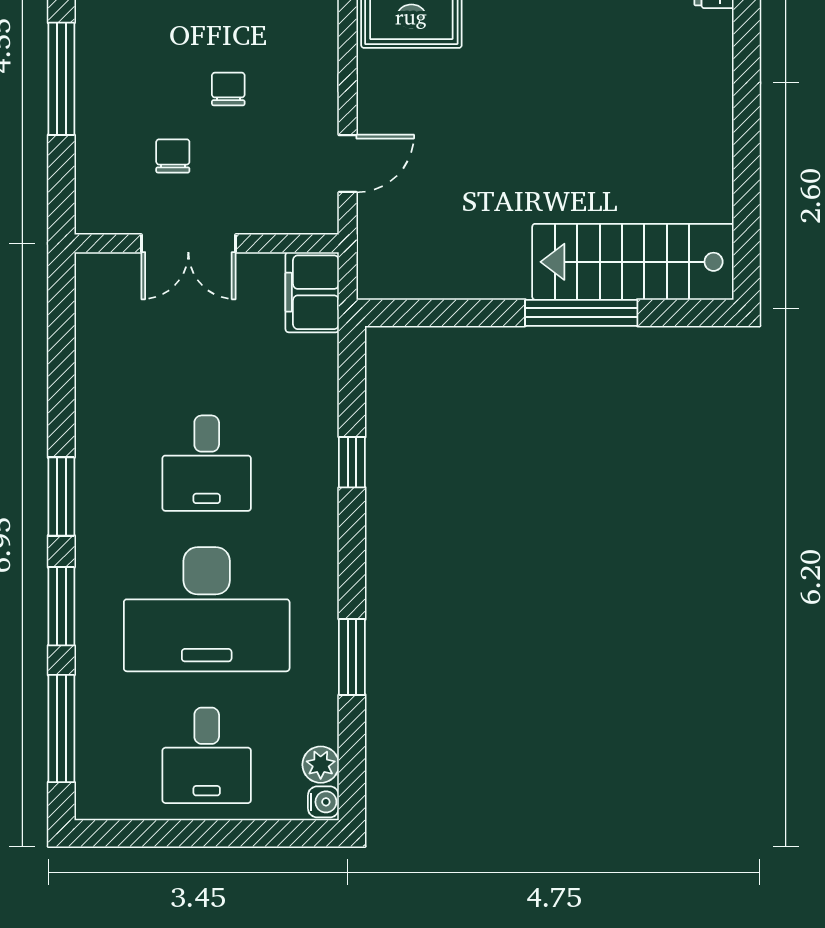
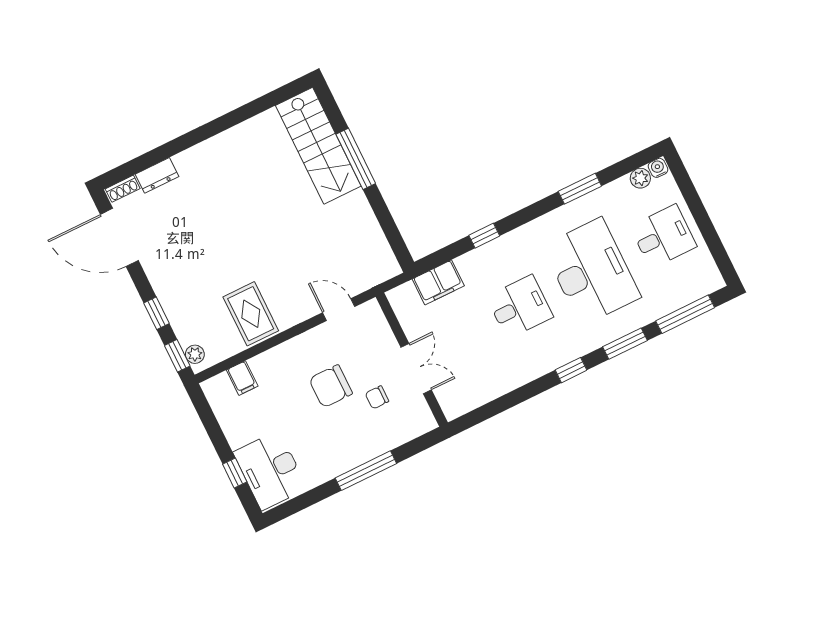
chair: (228, 89) -> (331, 386), width x1.87, depth x1.87
filing cabinet: (312, 292) -> (438, 282), moved
window: (61, 497) -> (571, 370), width x0.67

